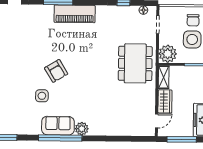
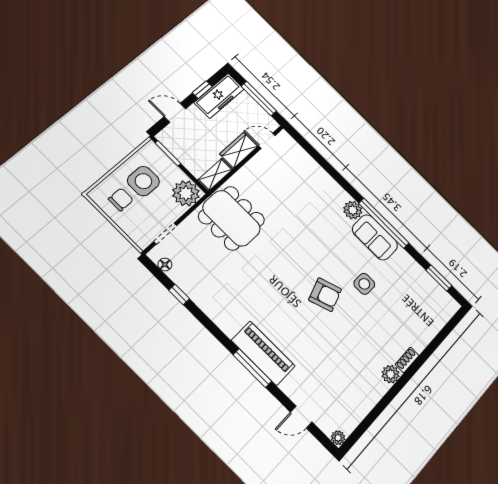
piano: (75, 14) -> (263, 353), moved
dining table: (135, 63) -> (232, 218), turned 90
armchair: (56, 71) -> (325, 295), turned 102

